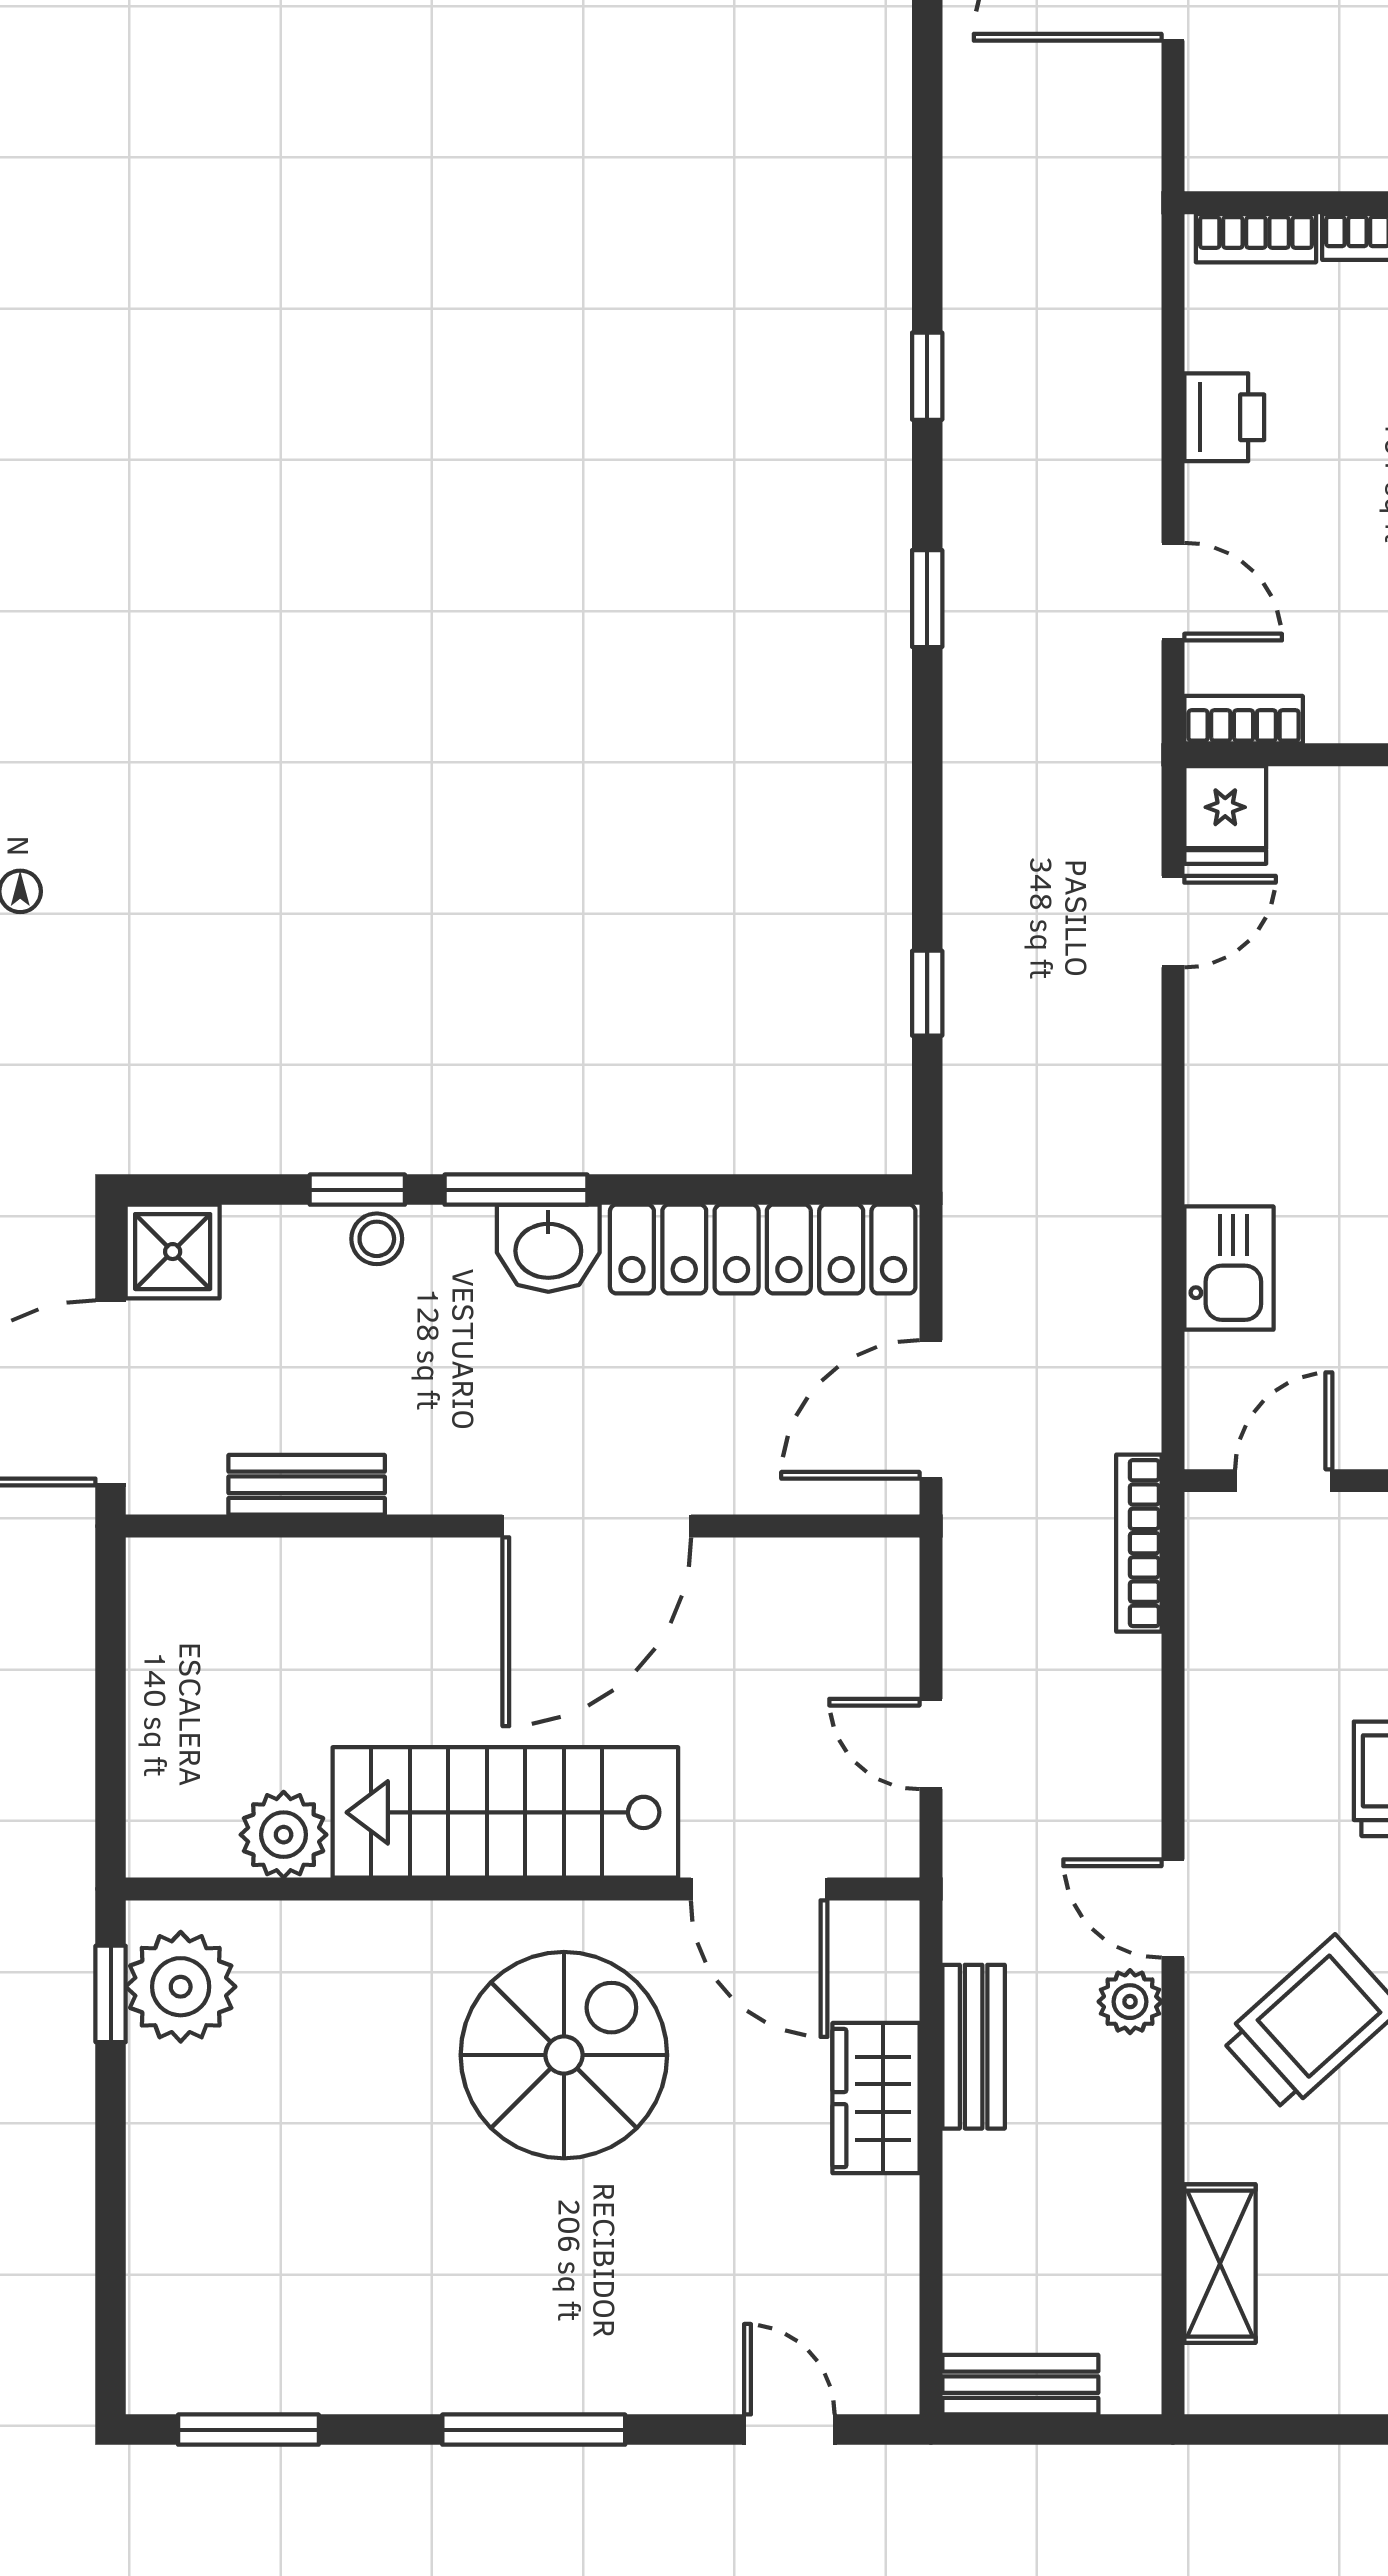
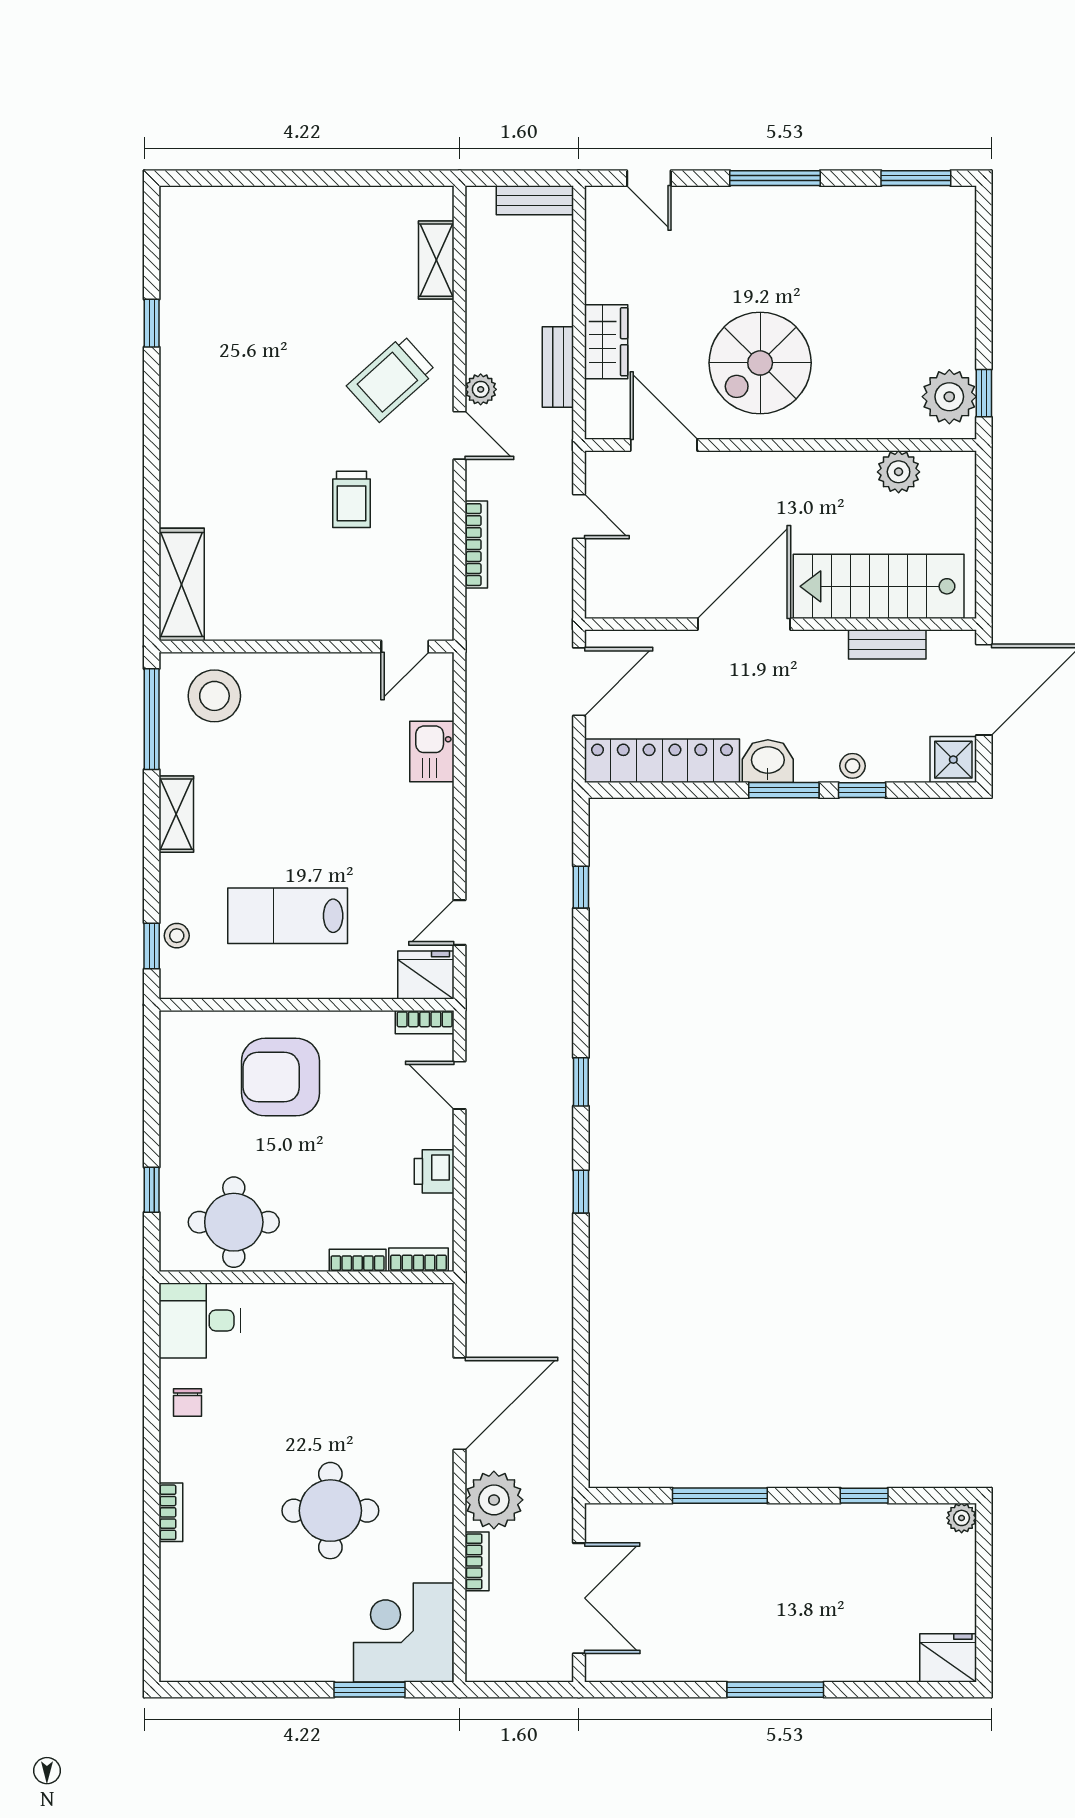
fridge: (1225, 815) -> (426, 975), width x1.38
bookcase: (1139, 1543) -> (476, 545), moved
stairs: (505, 1812) -> (879, 586), moved, turned 180

